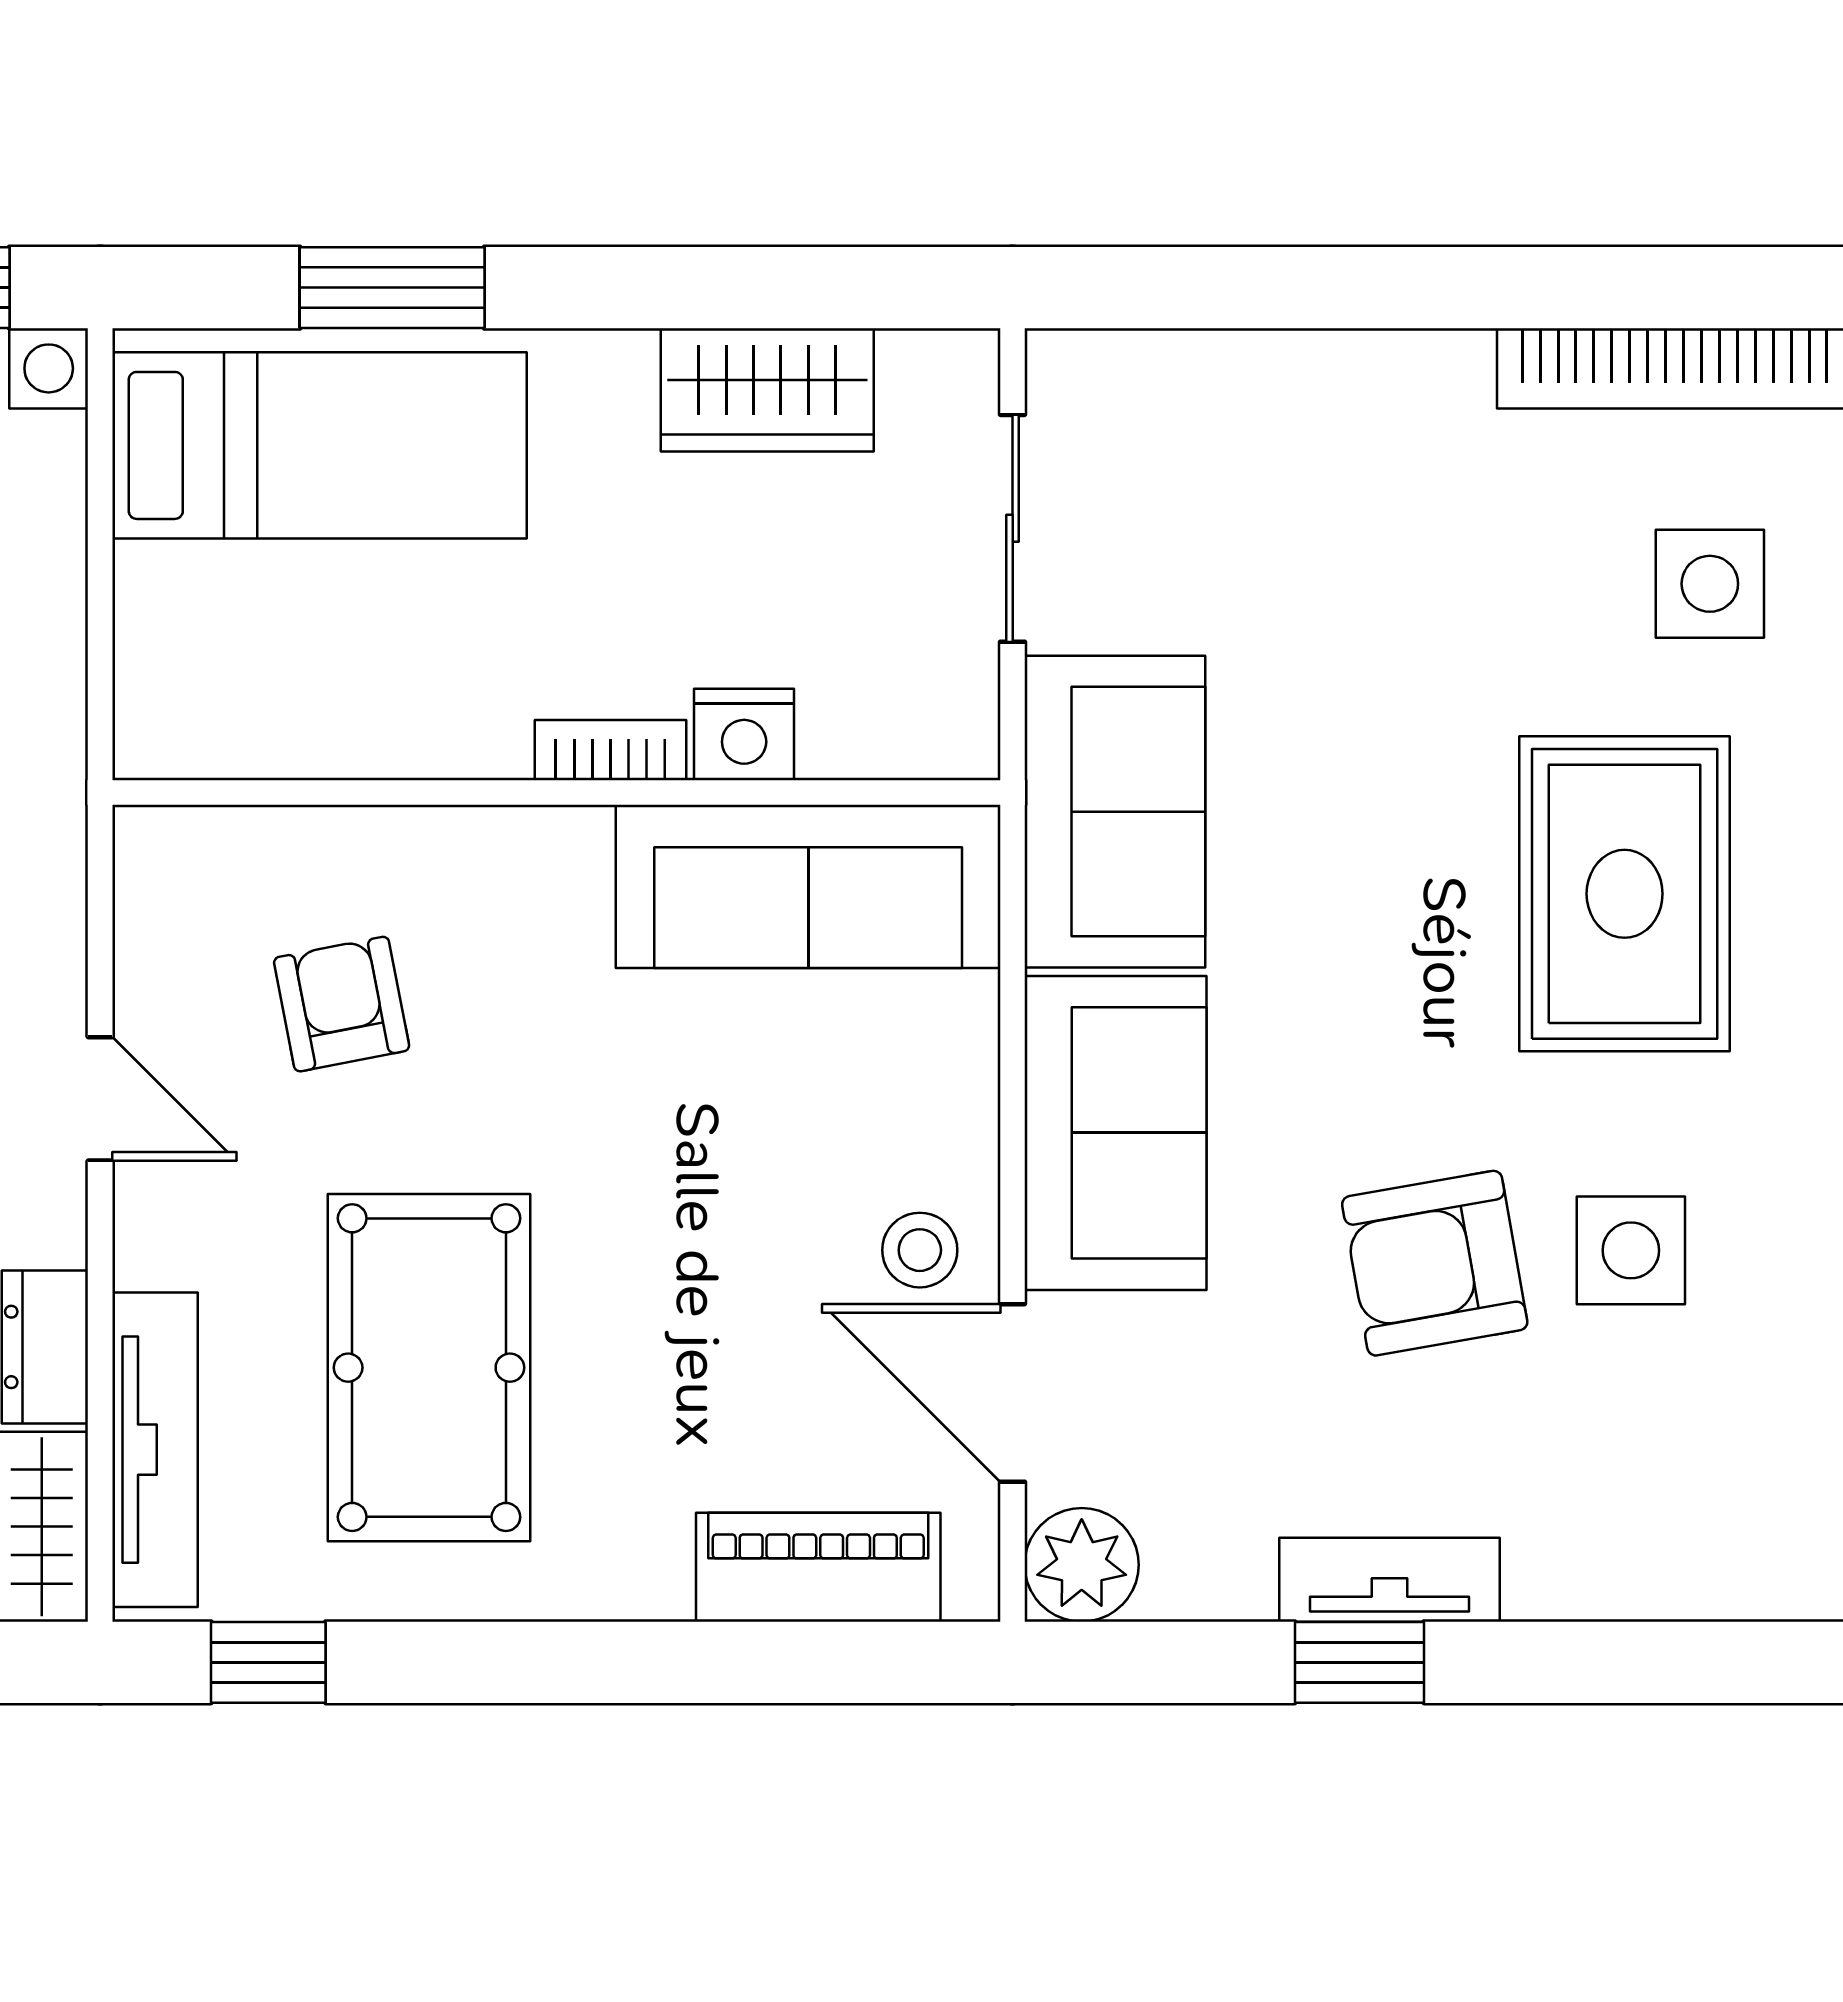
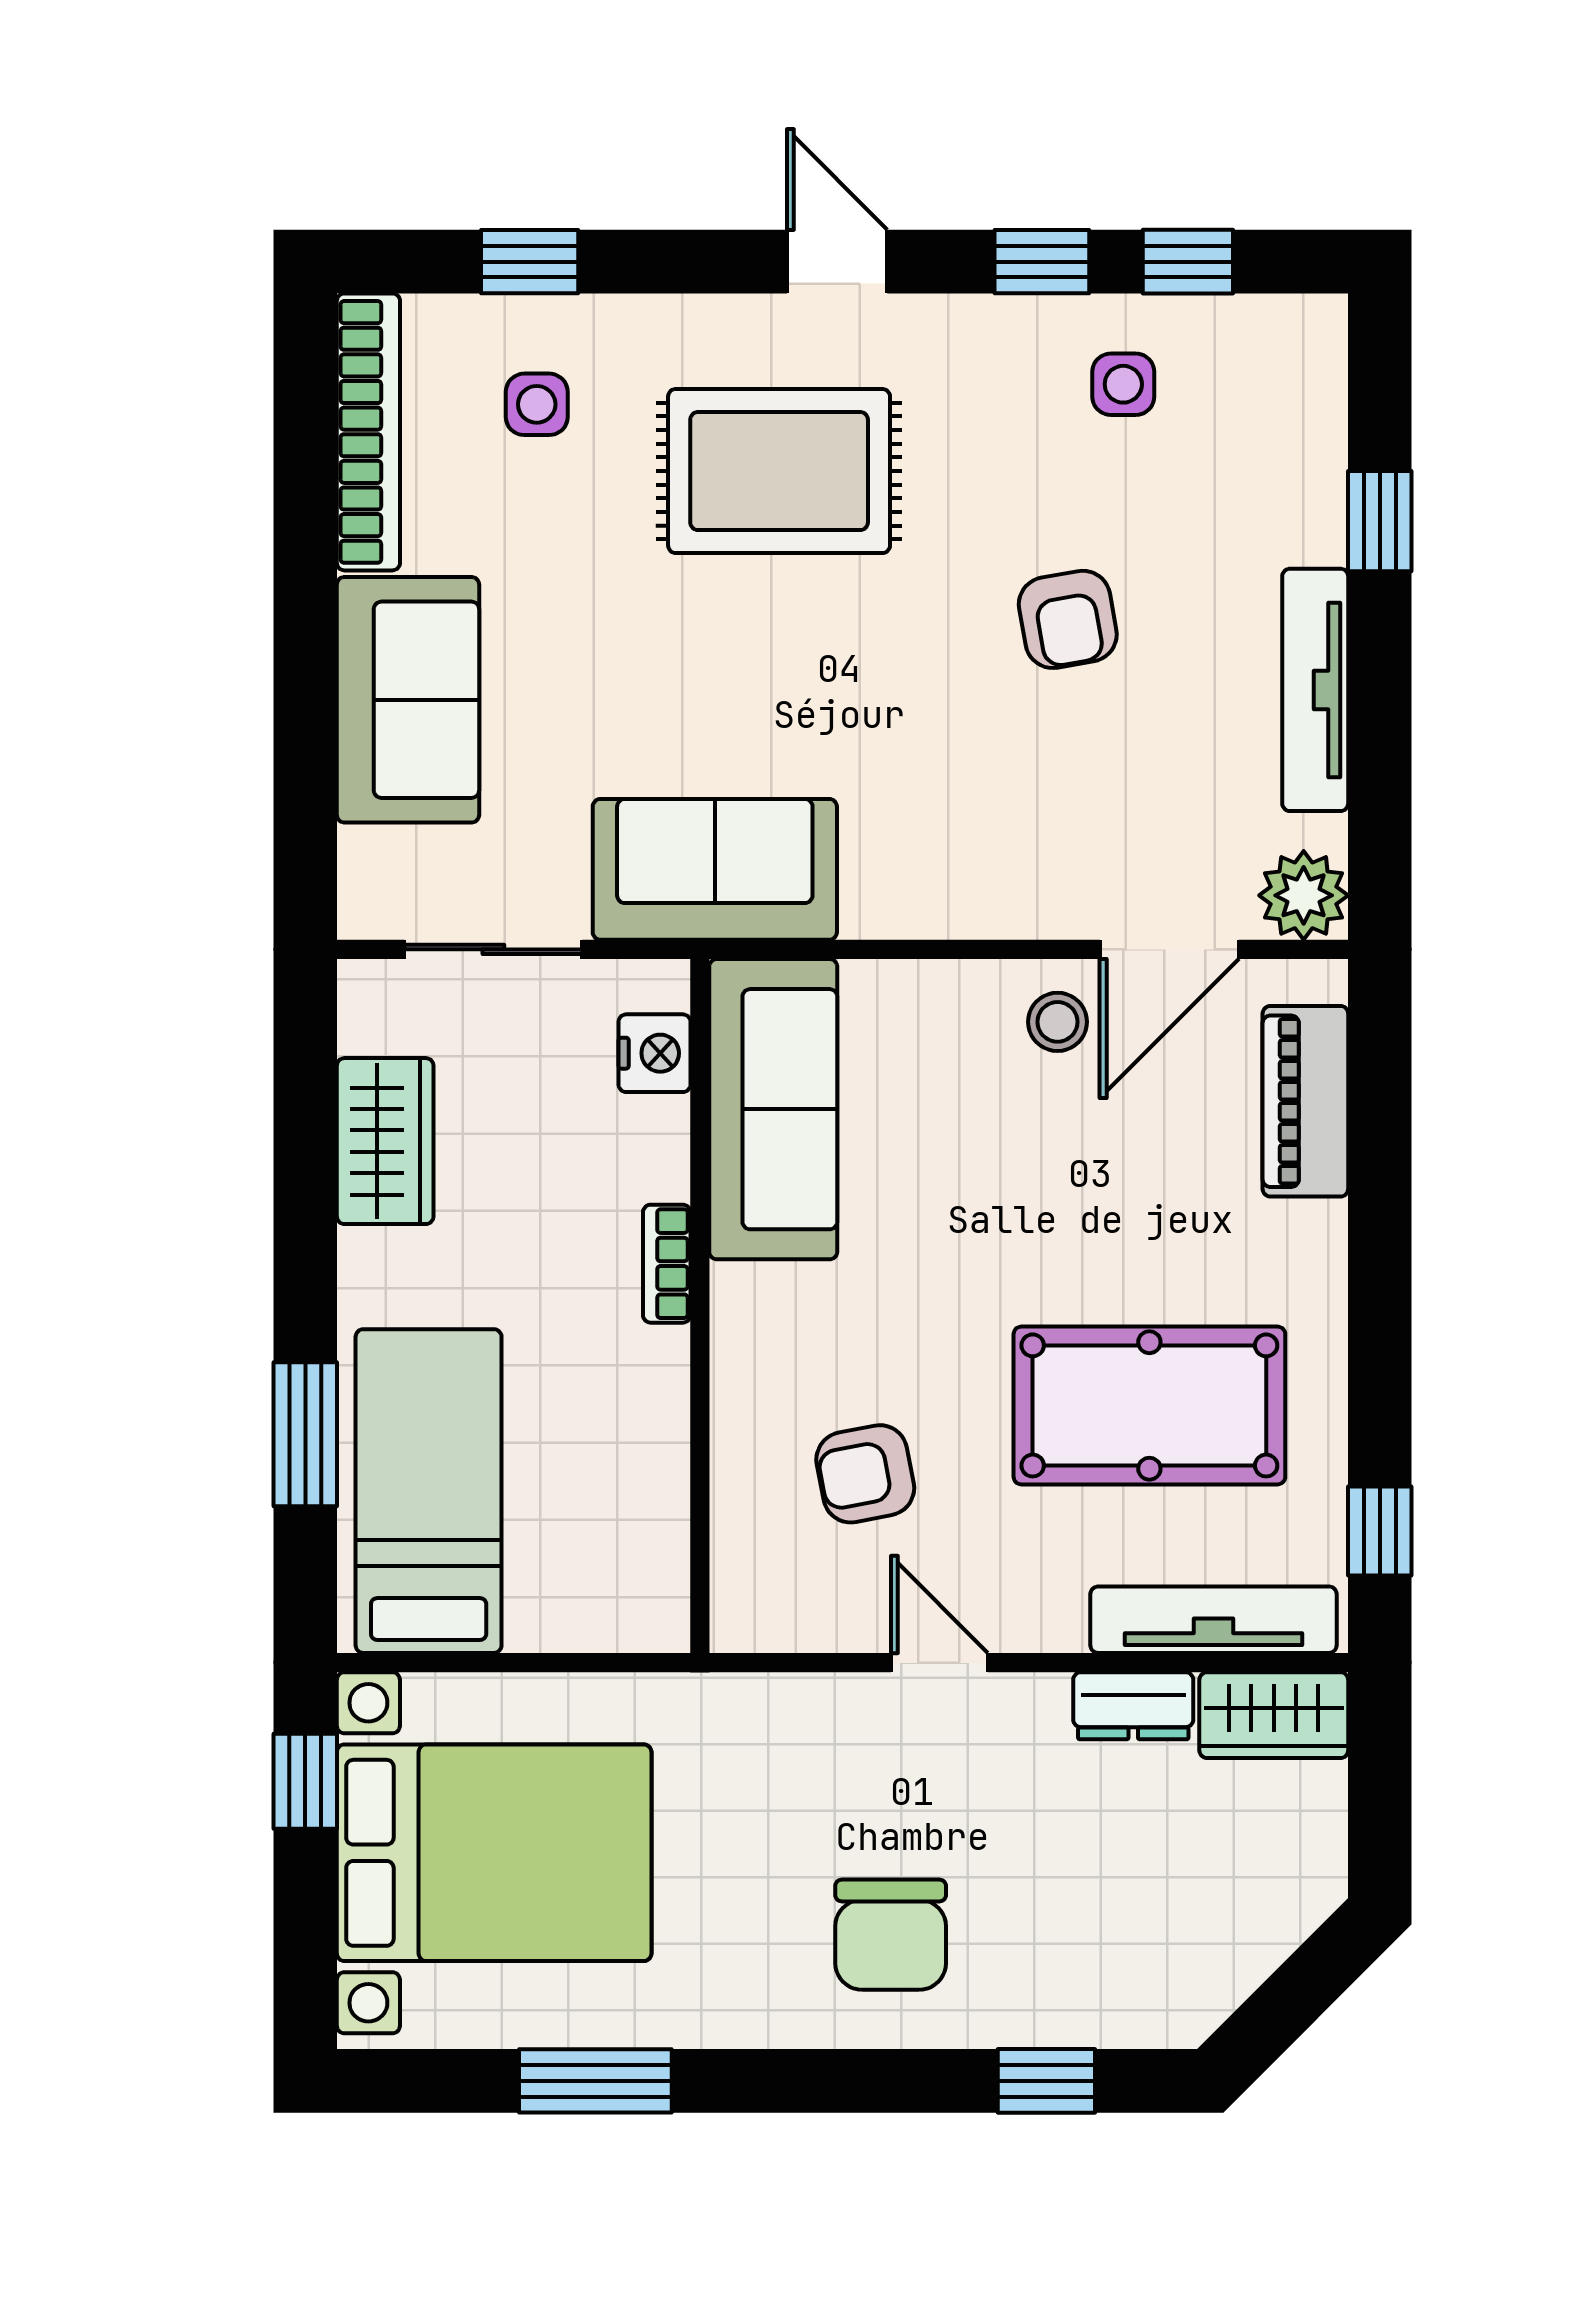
side table: (1710, 584) -> (537, 404), width x0.73, depth x0.73
nightstand: (744, 734) -> (654, 1053), moved
door: (100, 1099) -> (939, 1663), hinge flipped
sofa: (1116, 1133) -> (408, 700), moved, turned 90
side table: (1631, 1250) -> (1123, 384), moved, width x0.73, depth x0.73
armchair: (1435, 1263) -> (1068, 619), width x0.72, depth x0.72
tv unit: (1390, 1580) -> (1315, 690), width x1.41
window: (1359, 1662) -> (1380, 521), moved

